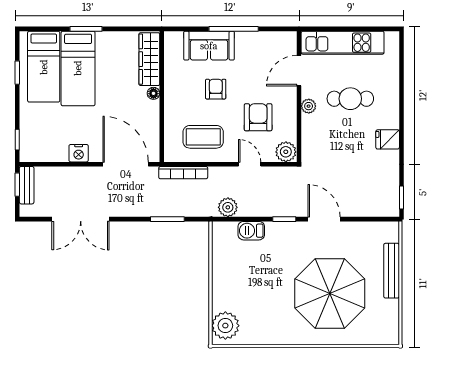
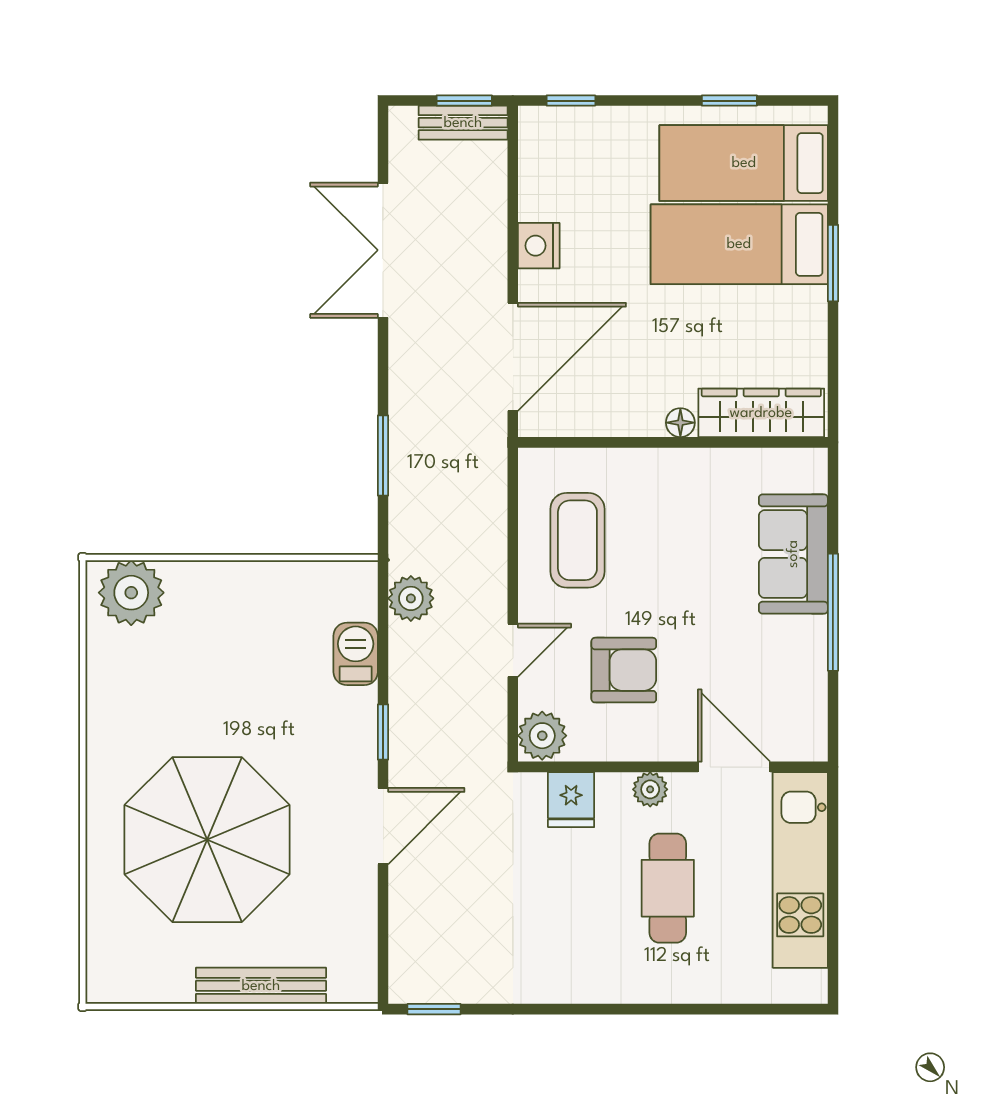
armchair: (216, 89) -> (690, 570), removed
fridge: (388, 139) -> (571, 800), moved, turned 180
bookcase: (183, 173) -> (493, 493), removed

